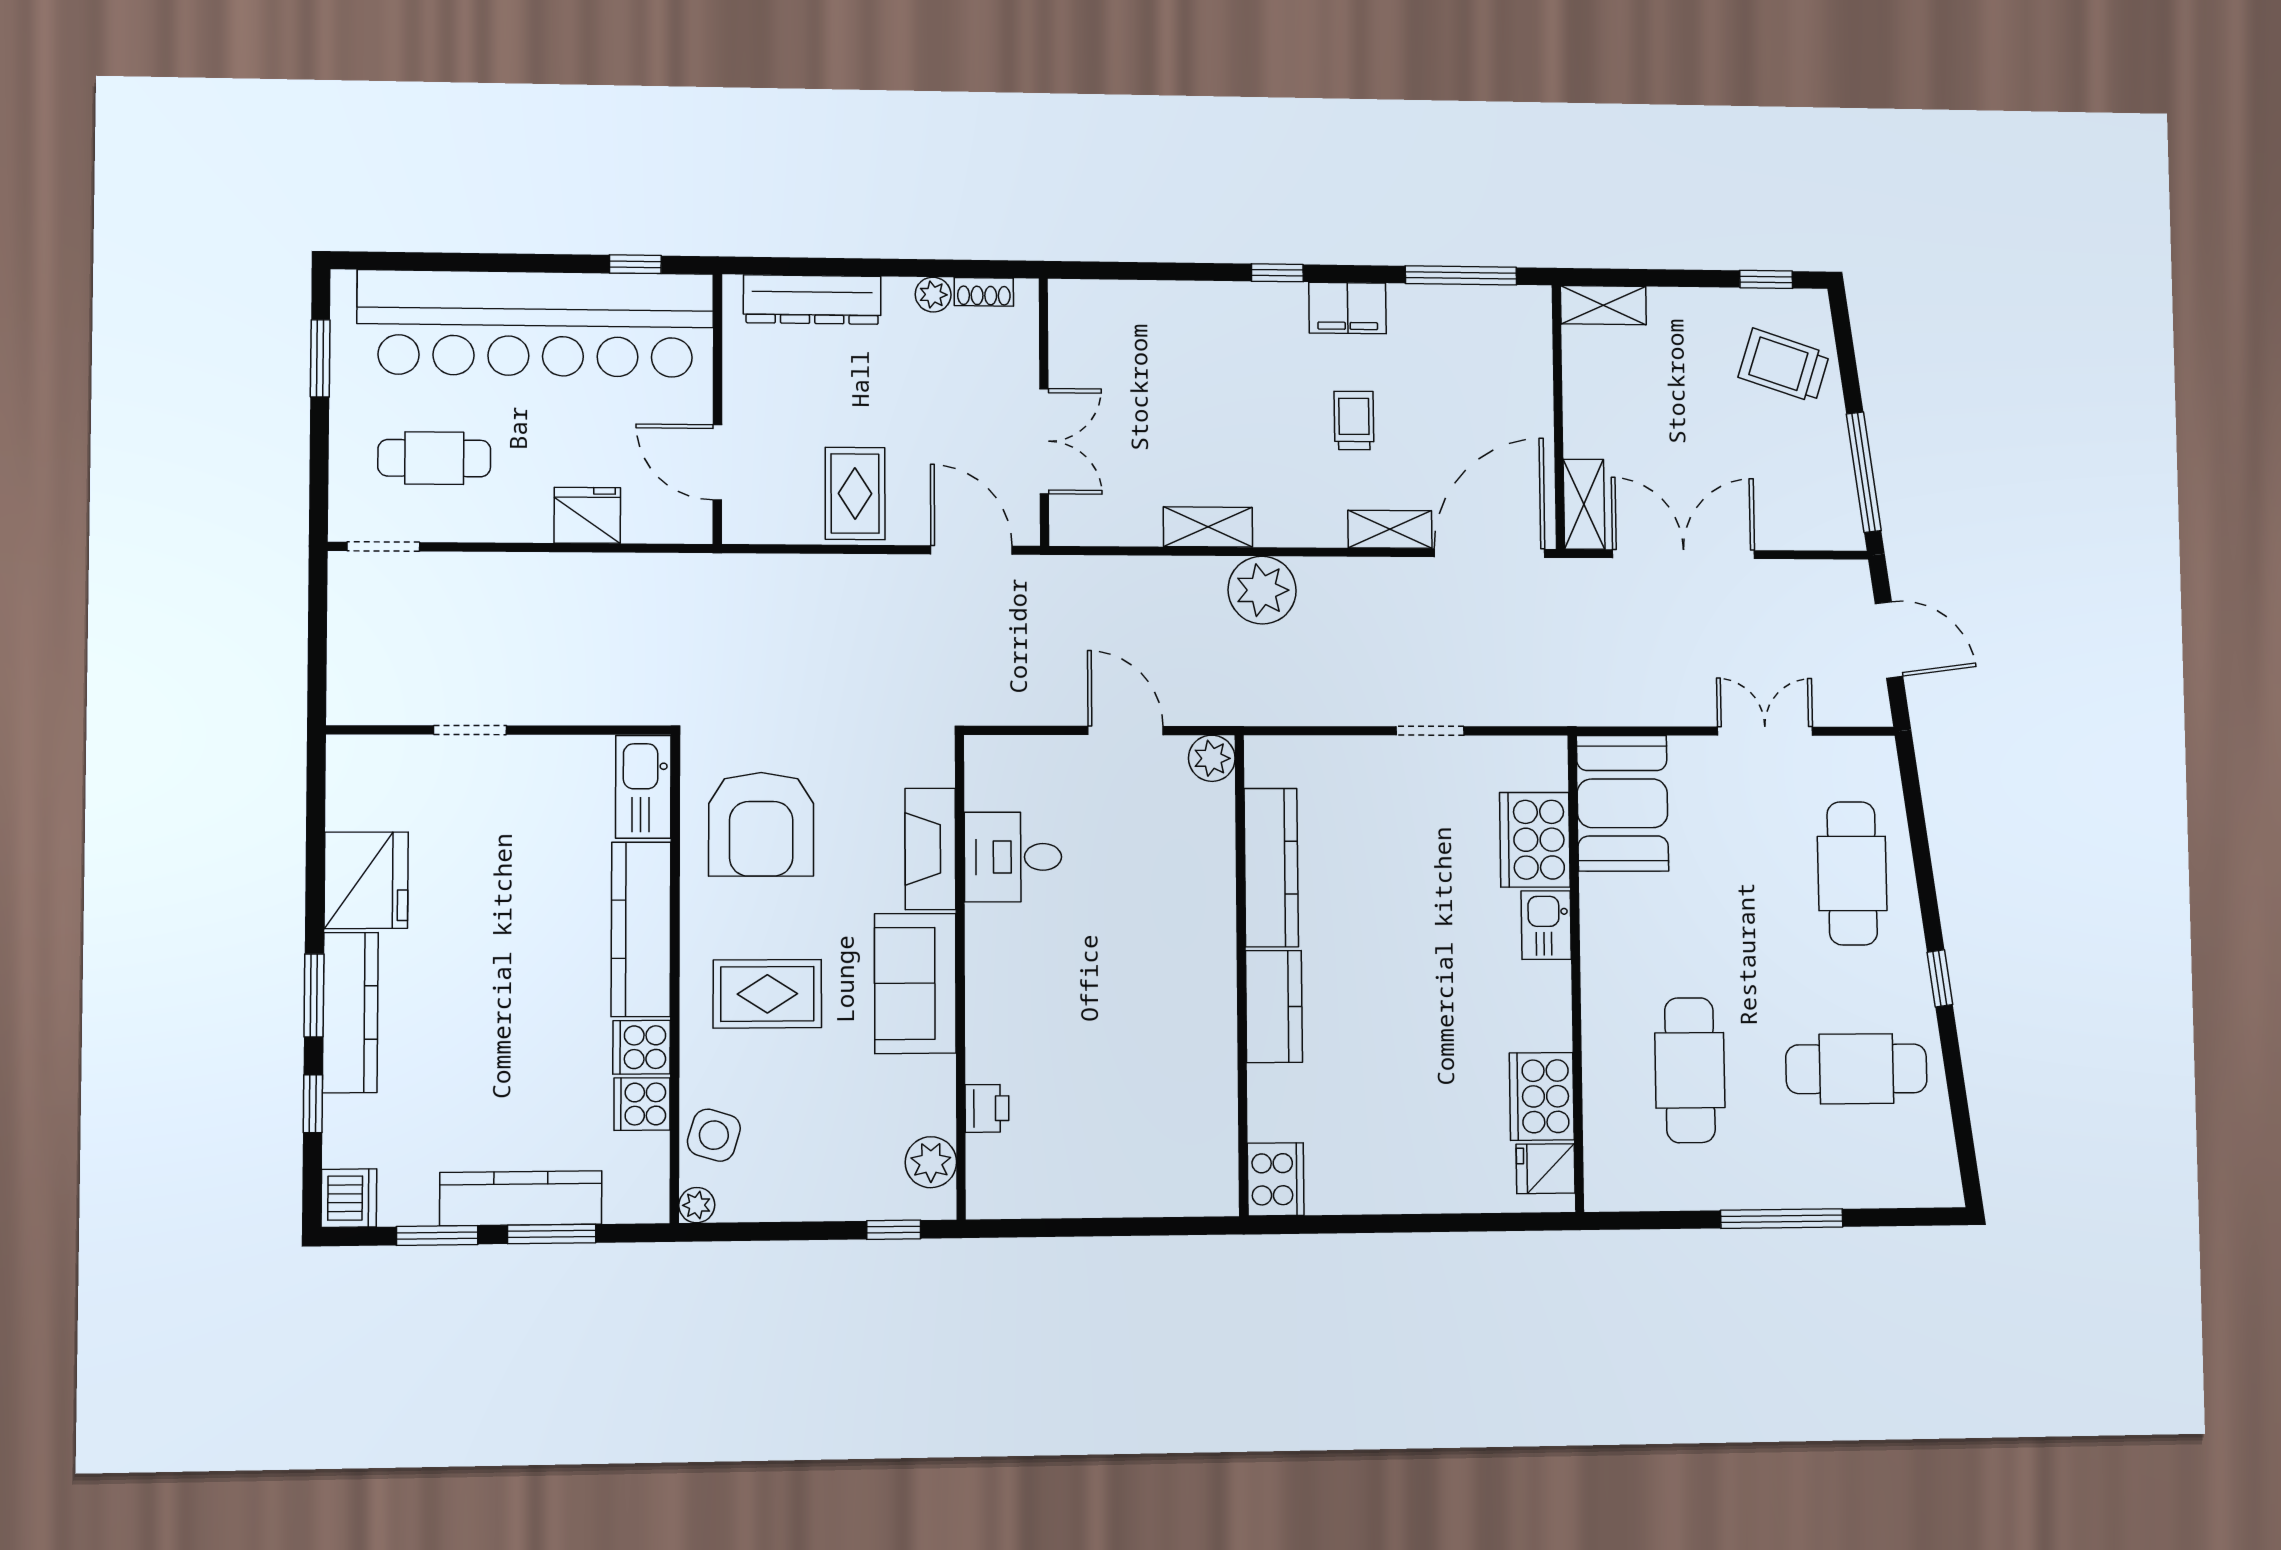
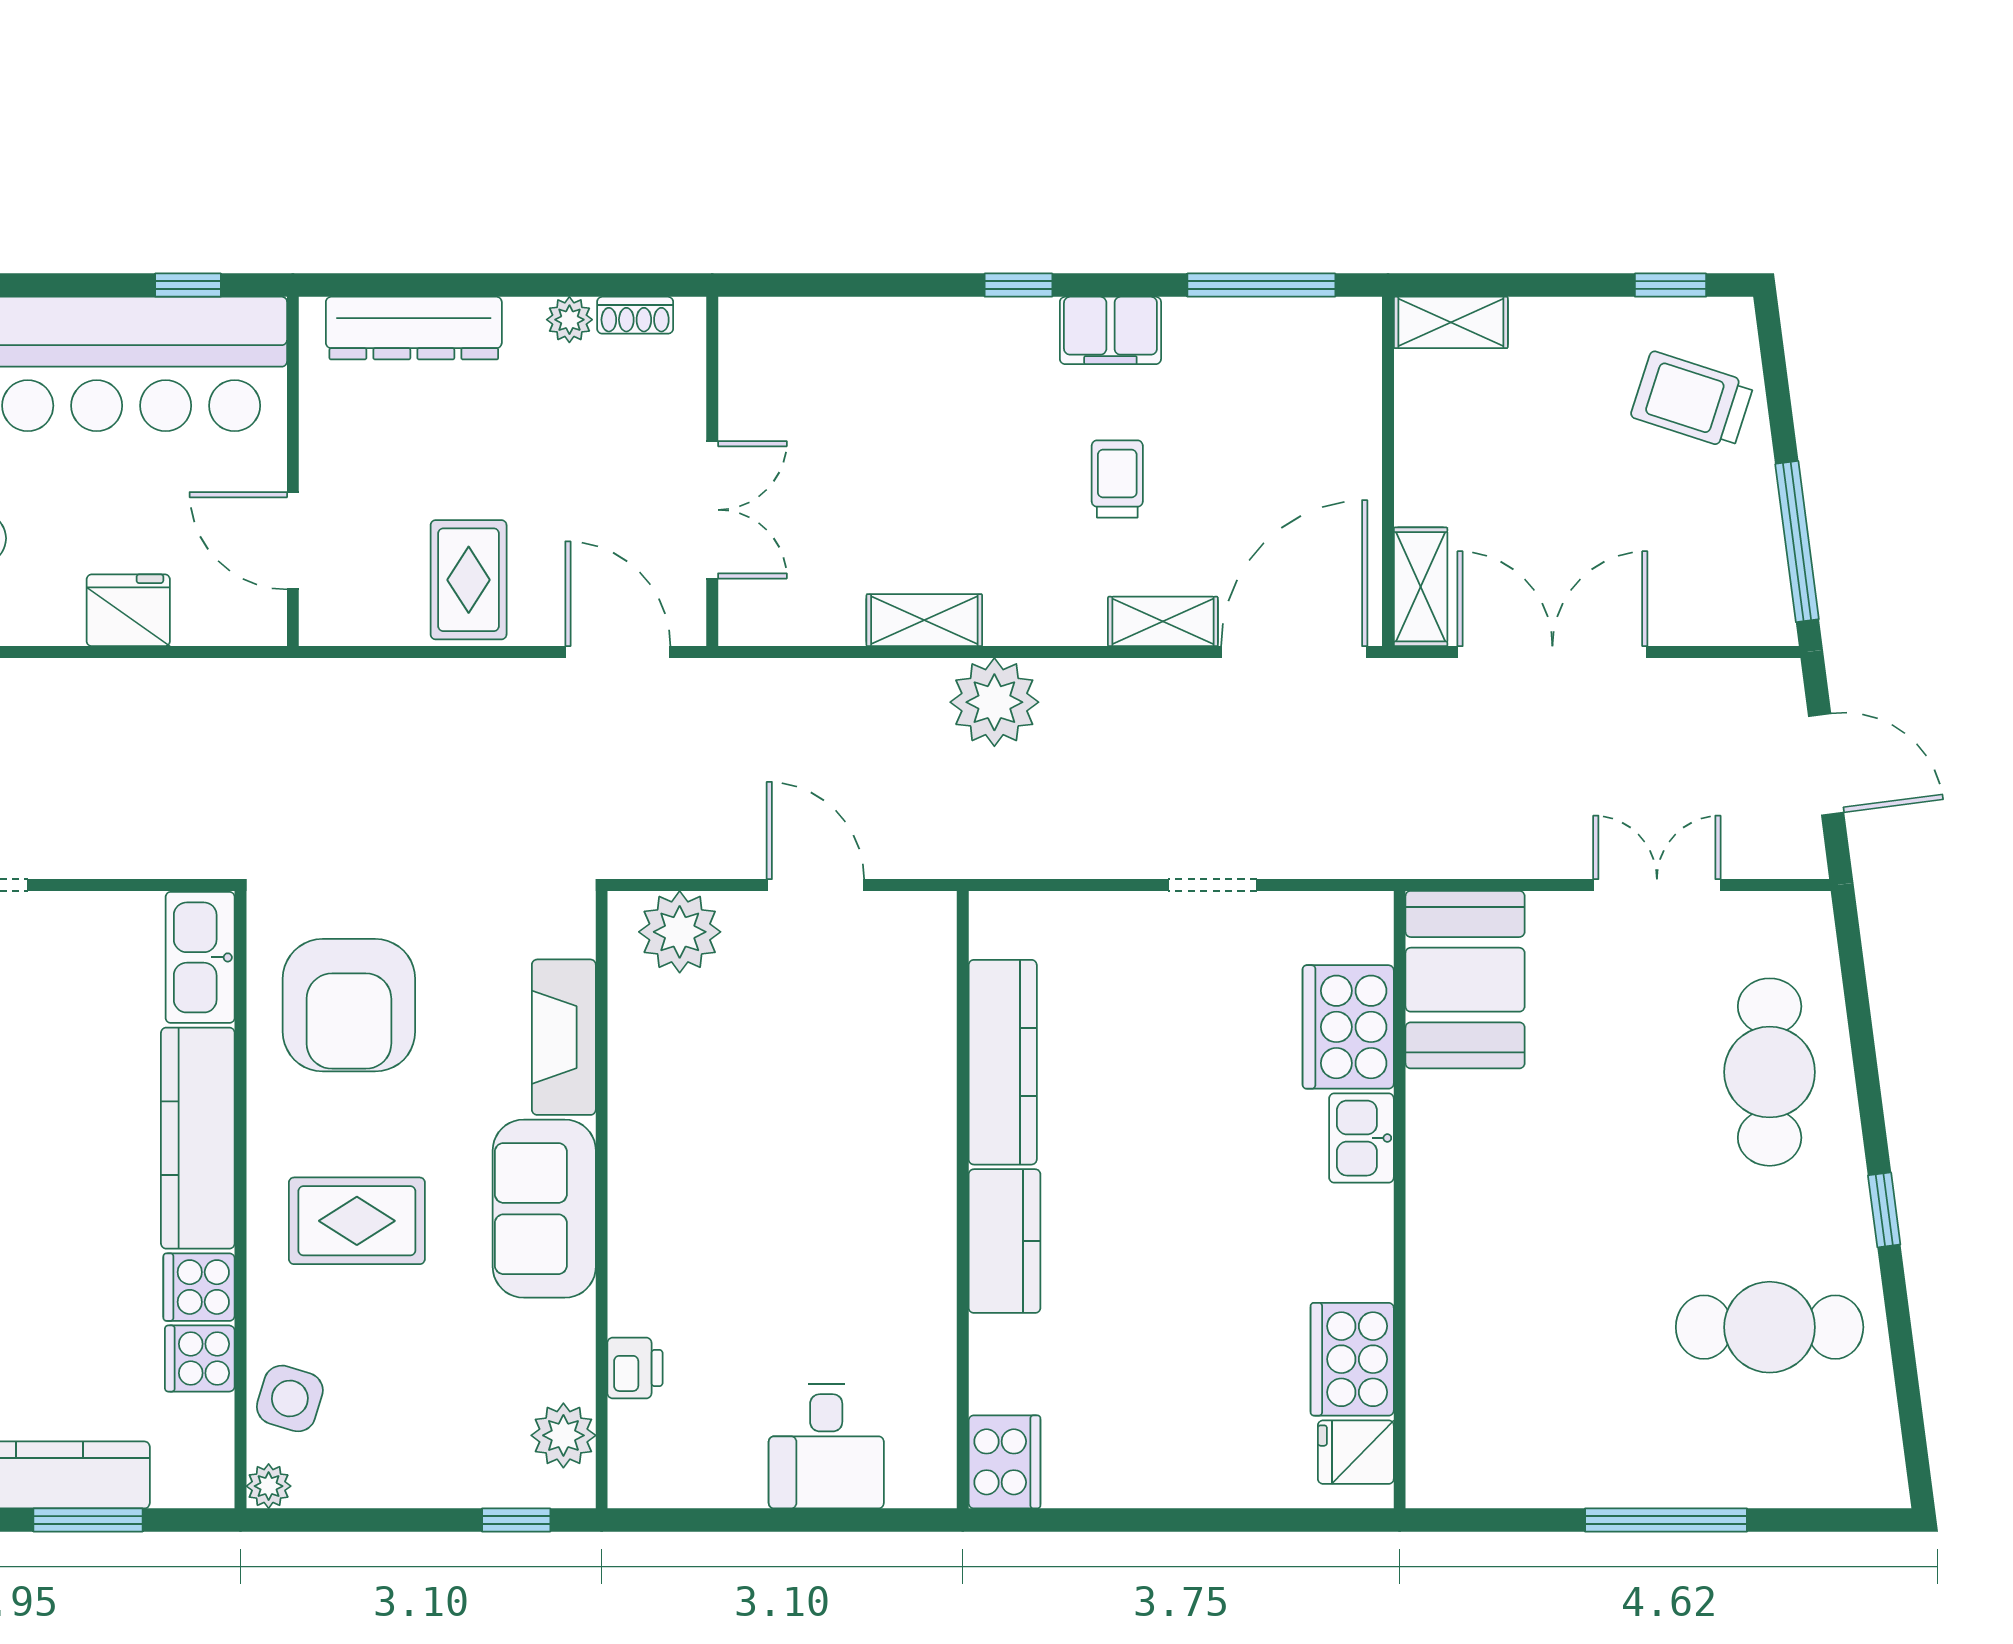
plant: (1212, 758) -> (680, 932), moved, width x1.36, depth x1.36
desk: (1013, 857) -> (826, 1446), moved, turned -90
cafe table: (1690, 1070) -> (1548, 1327), removed

